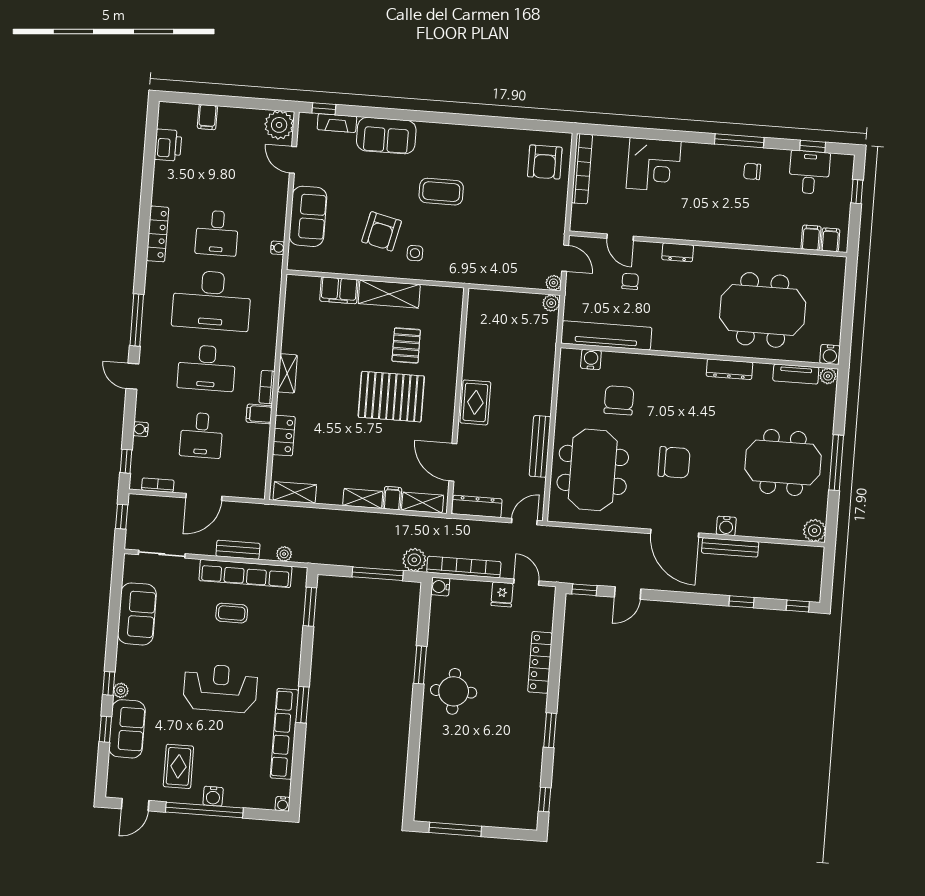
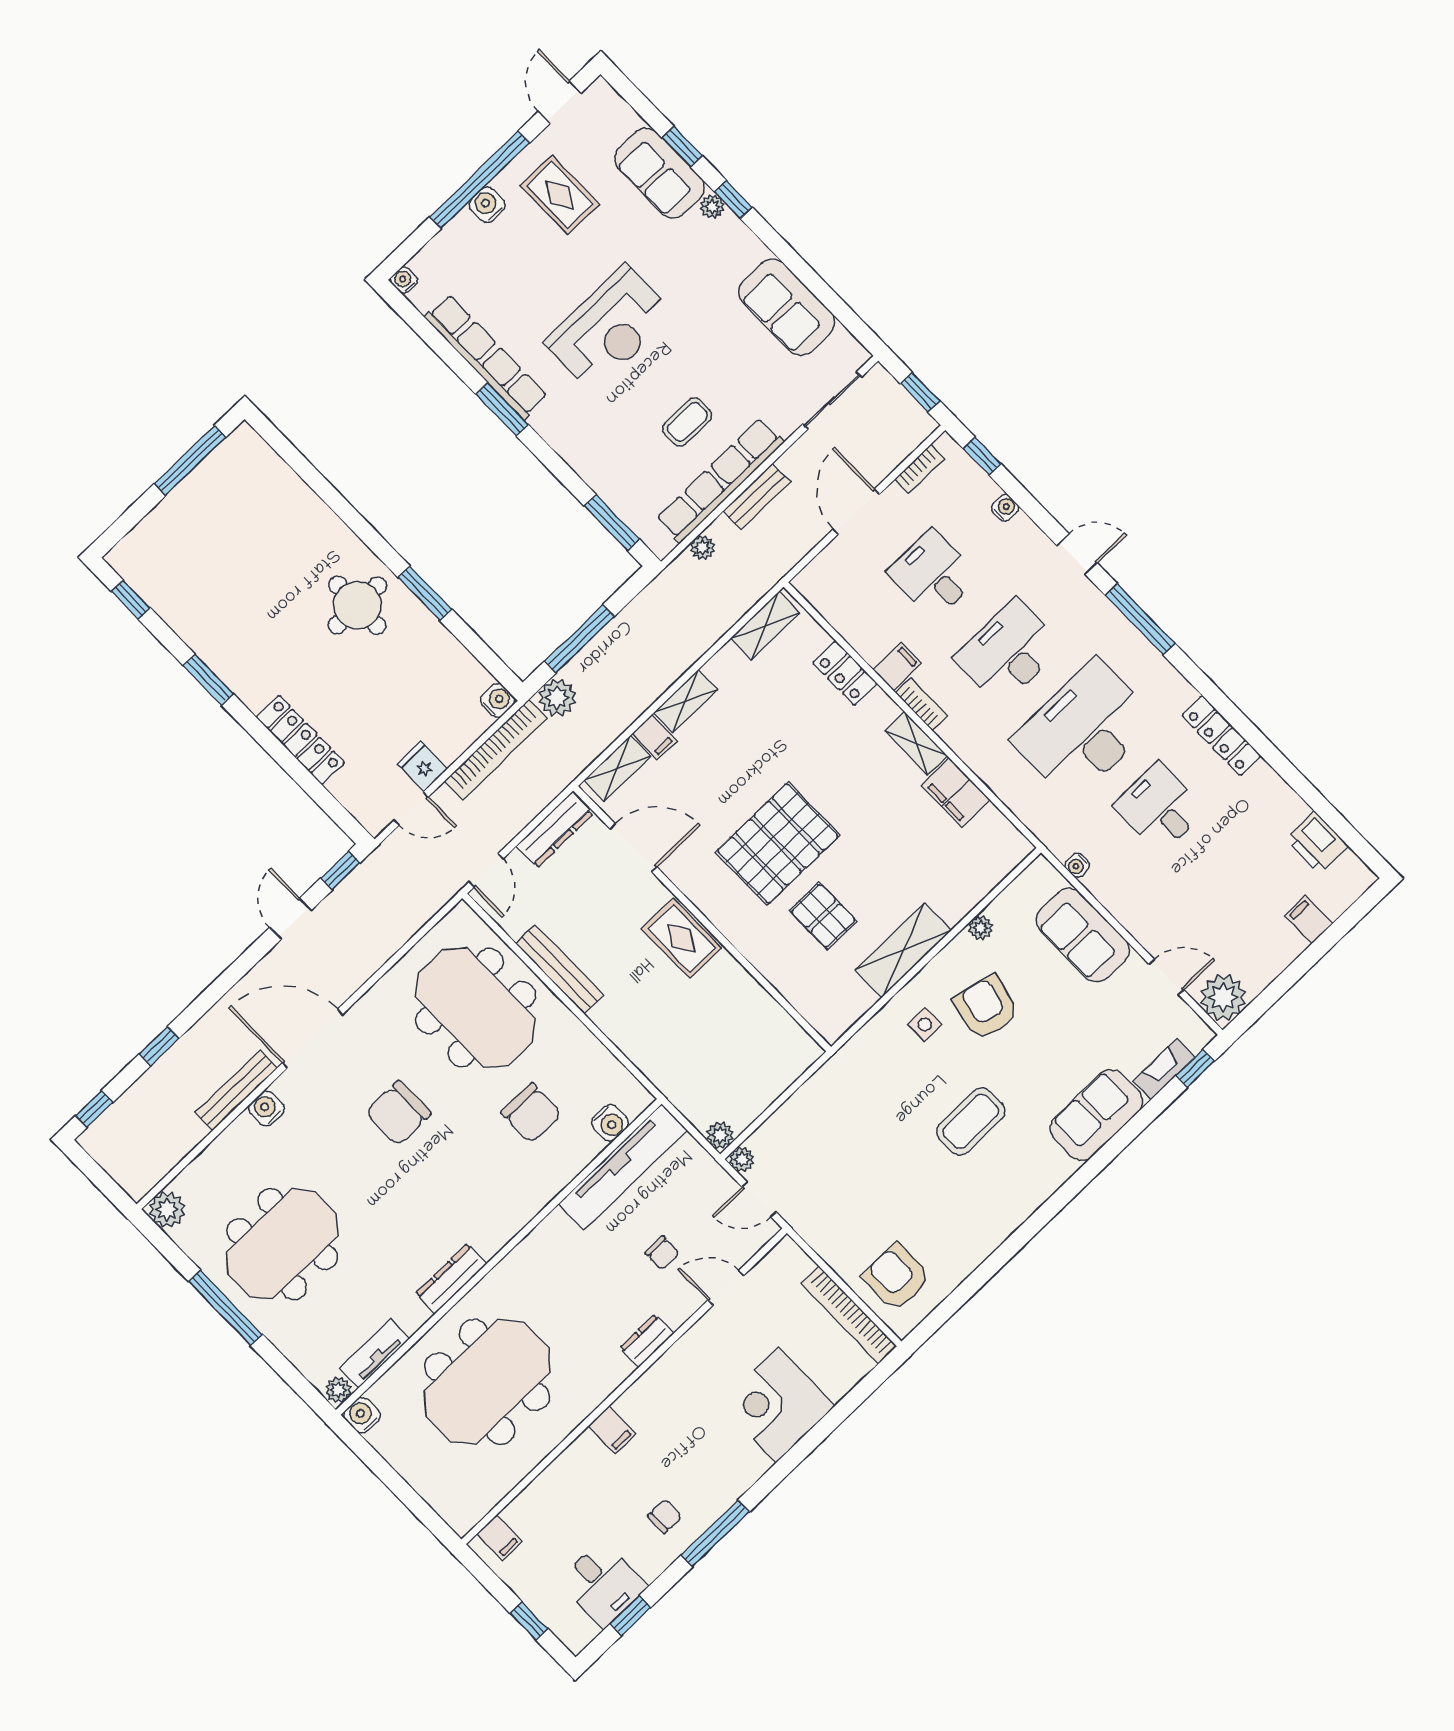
filing cabinet: (811, 238) -> (612, 1430), moved
plant: (347, 267) -> (981, 928), added
filing cabinet: (339, 290) -> (956, 793), moved, turned -90

